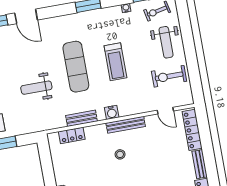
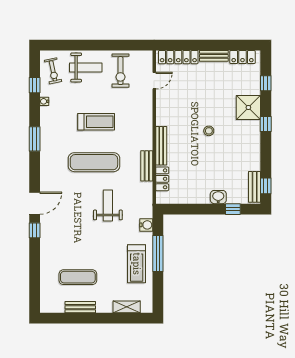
weight bench: (36, 88) -> (108, 206), turned 180
water cooler: (112, 112) -> (146, 225), moved
bench: (126, 125) -> (161, 146), moved
stool: (120, 154) -> (209, 131), moved

